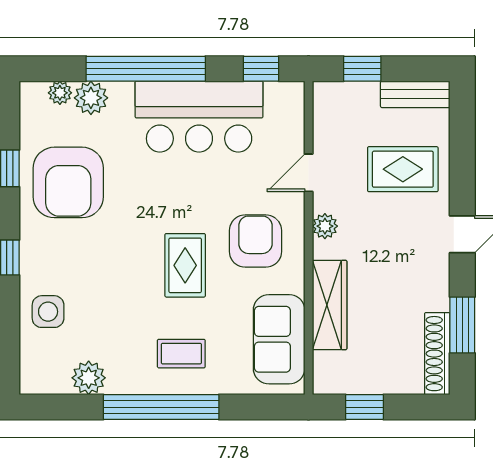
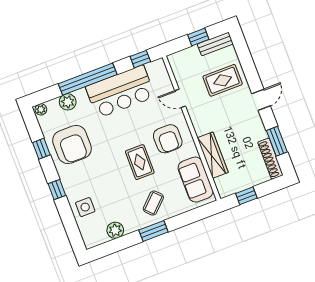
window: (362, 69) -> (198, 37), moved
plant: (60, 93) -> (41, 109), moved
door: (309, 173) -> (180, 98), hinge flipped
plant: (325, 226) -> (197, 120), removed
armchair: (255, 241) -> (168, 139), turned 180
coffee table: (181, 354) -> (153, 203), turned -44
window: (161, 407) -> (153, 231), width x0.47

